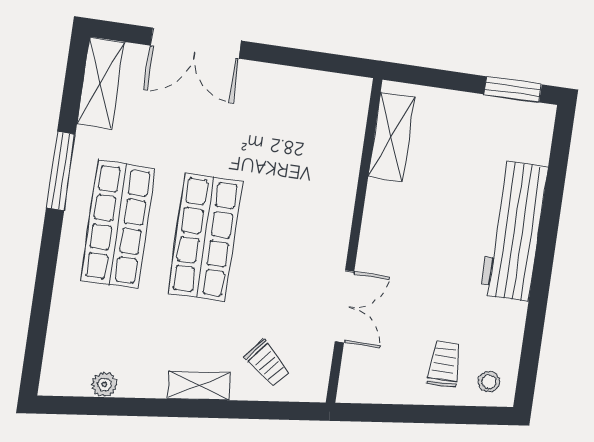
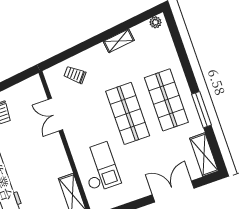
checkout: (312, 162) -> (100, 167), added
plant: (104, 384) -> (155, 22), moved
shelving: (199, 386) -> (119, 41), moved

